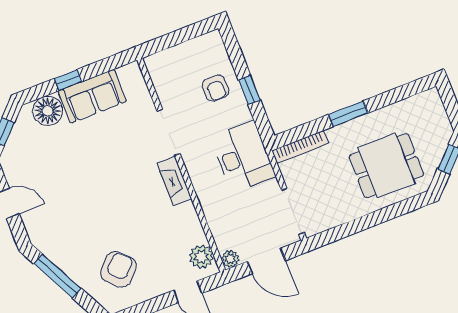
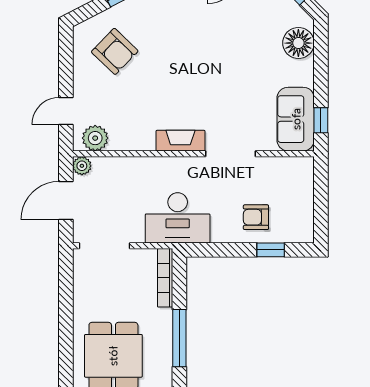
window: (68, 80) -> (321, 120), moved
window: (249, 90) -> (271, 250), moved
sofa: (92, 96) -> (296, 119), moved
window: (348, 114) -> (179, 338), width x1.44

